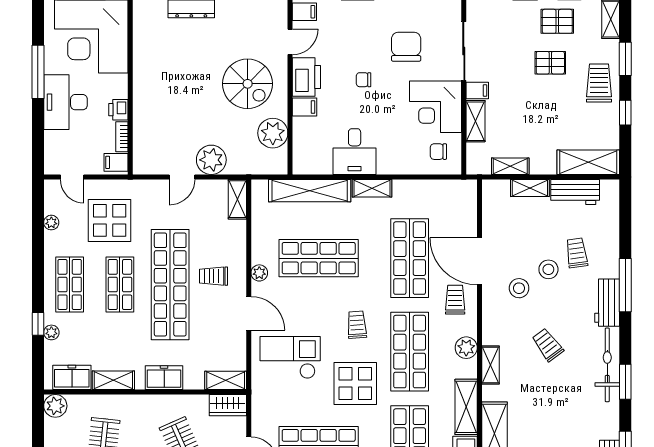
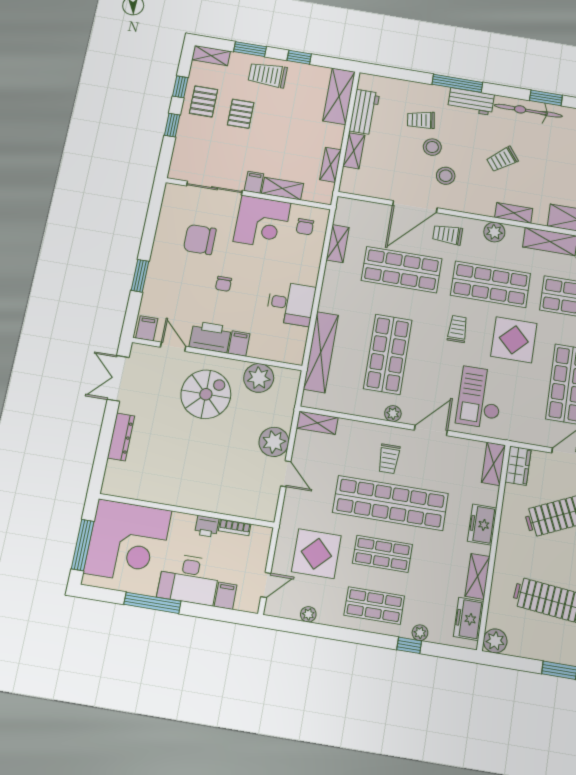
filing cabinet: (116, 162) -> (226, 596), moved, turned 180
shelving: (372, 188) -> (338, 244), moved
trolley: (357, 325) -> (458, 329), turned 94

